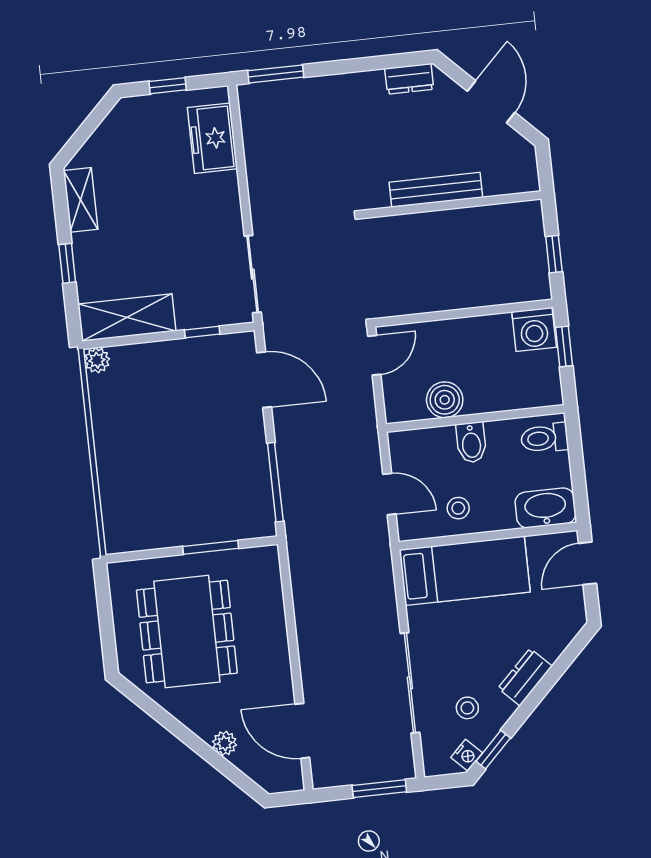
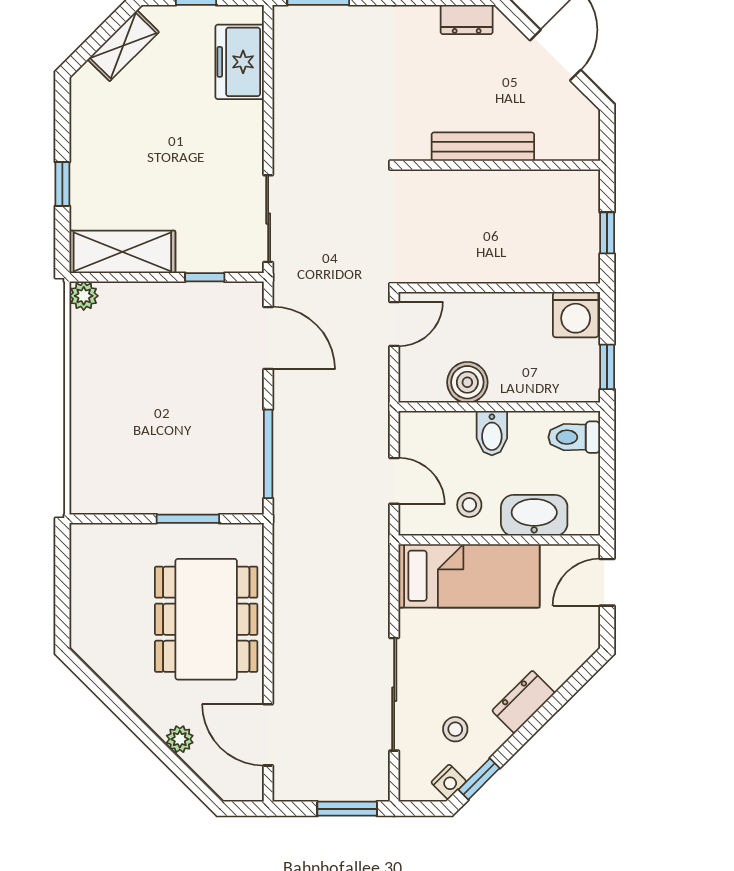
shelving: (81, 200) -> (123, 46), moved, turned 45
window: (564, 347) -> (607, 367), moved
washbasin: (545, 508) -> (534, 515), moved
dining table: (187, 632) -> (206, 619), moved

